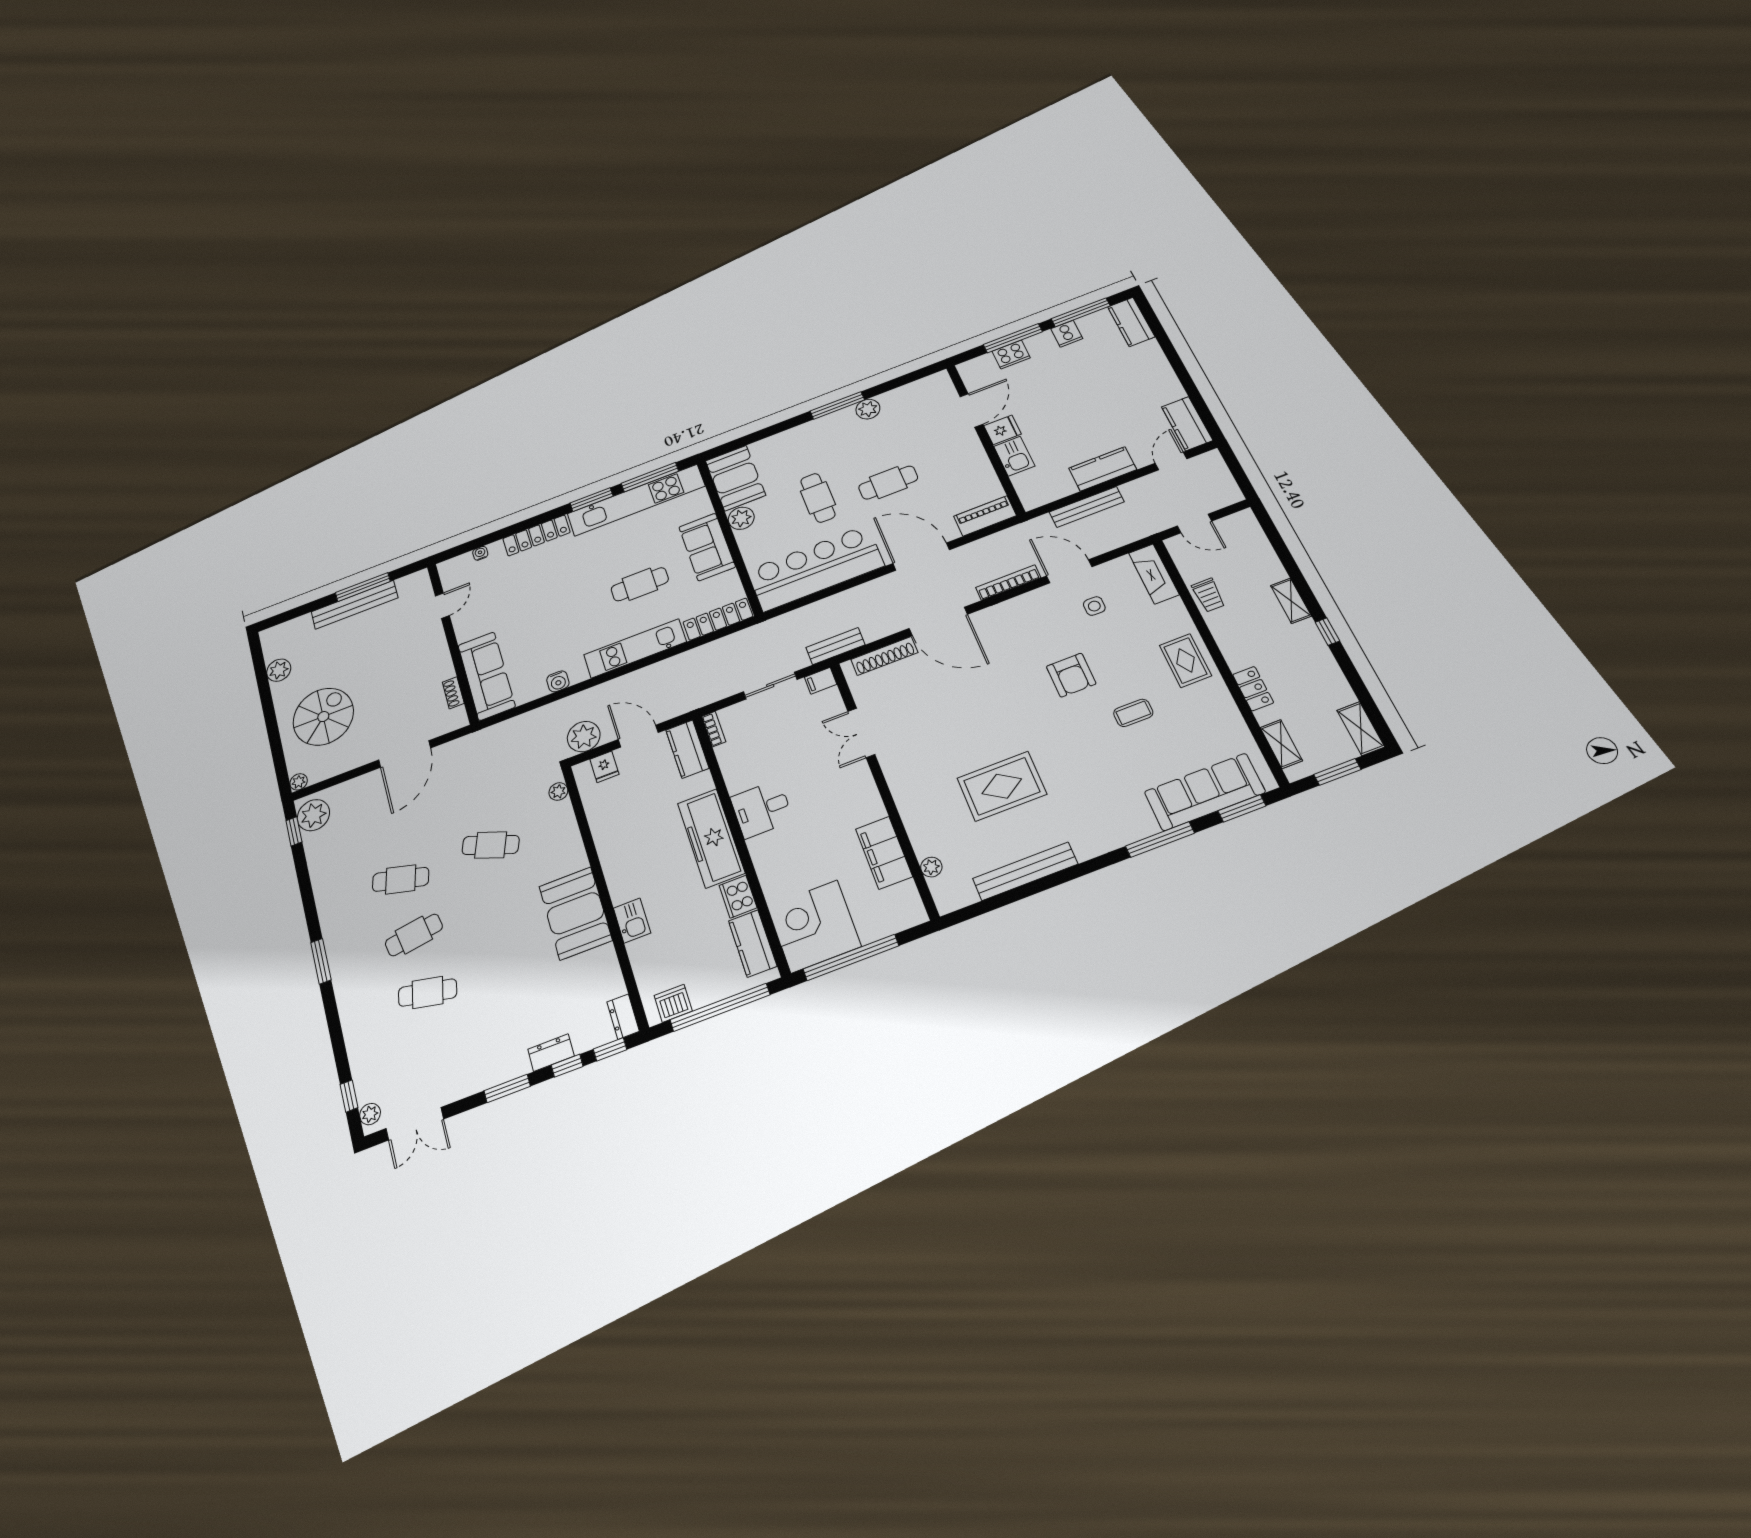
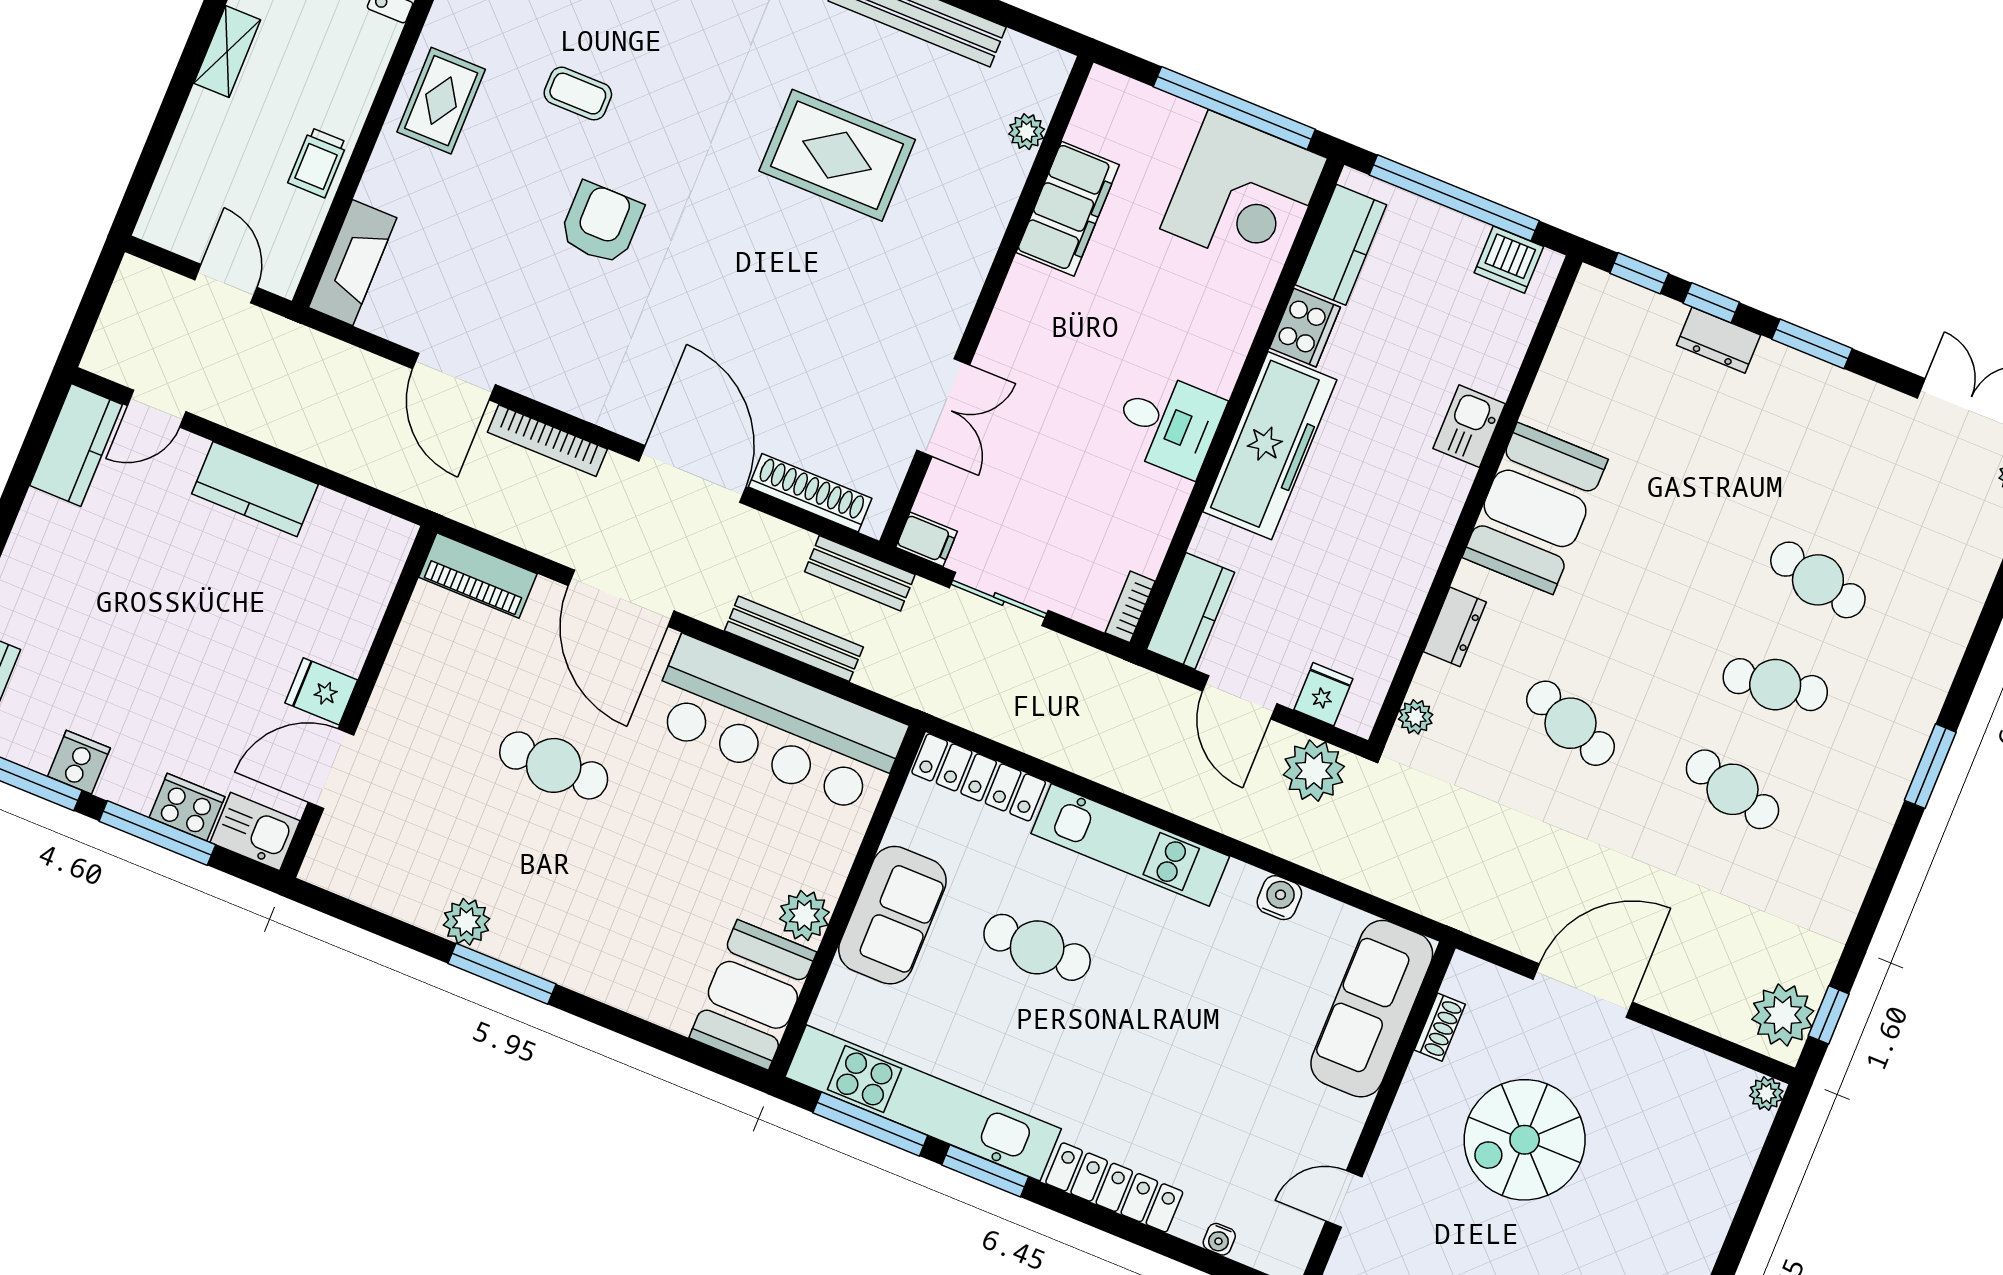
kitchen sink: (1014, 456) -> (255, 832), moved, turned 90
cafe table: (818, 498) -> (671, 840), removed
bench: (1087, 507) -> (794, 639), moved
trolley: (1208, 595) -> (318, 163), turned 180
side table: (1094, 606) -> (474, 293), removed
spiral stairs: (323, 717) -> (1525, 1140), moved
dresser: (623, 1017) -> (1455, 627), moved

